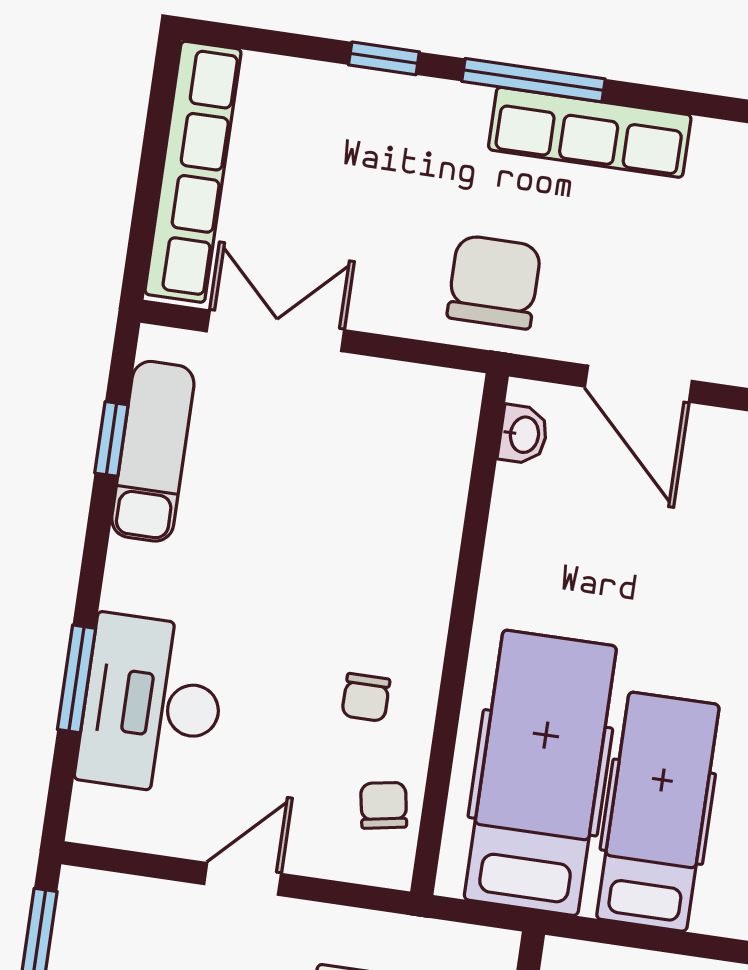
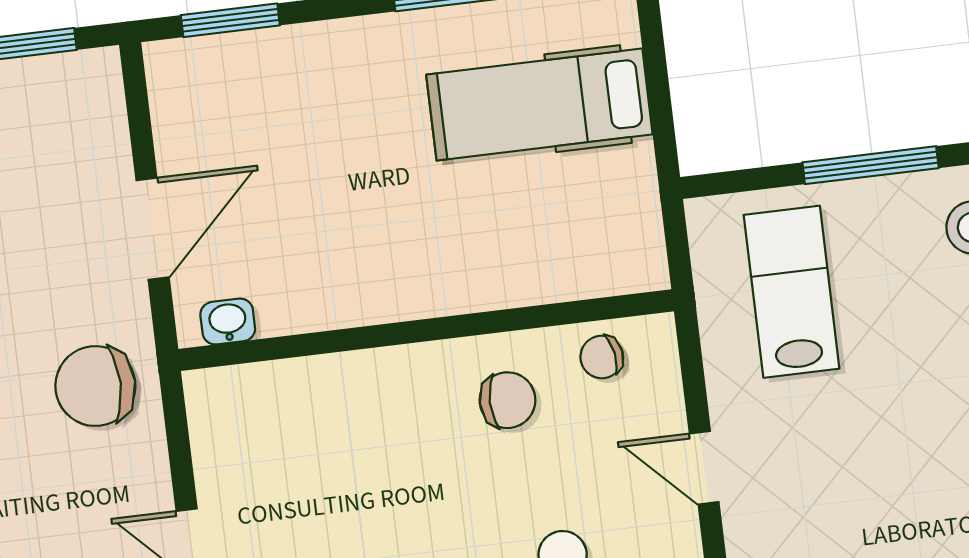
chair: (366, 697) -> (507, 400), width x1.37, depth x1.37
hospital bed: (540, 773) -> (533, 222), removed

